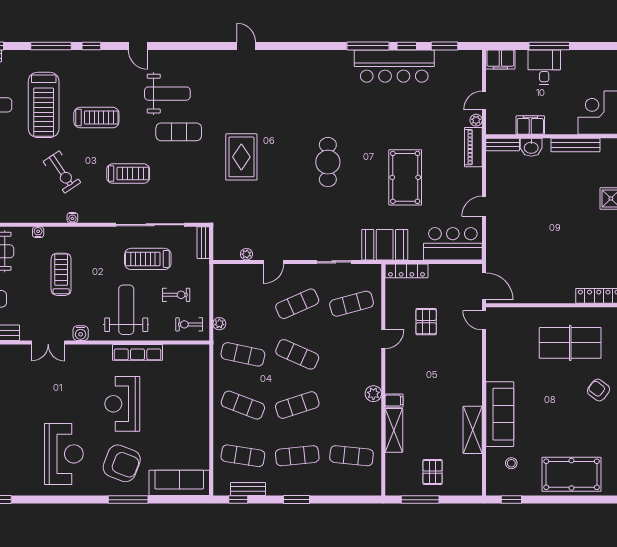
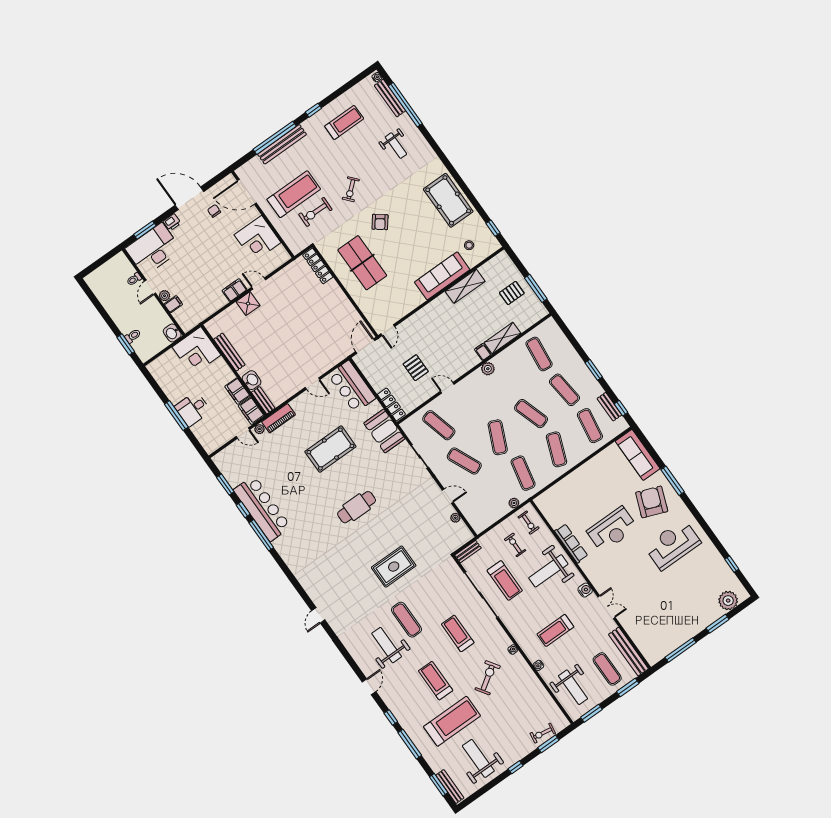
filing cabinet: (500, 59) -> (251, 411), moved, turned 180
pallet: (426, 322) -> (416, 368), turned 90

